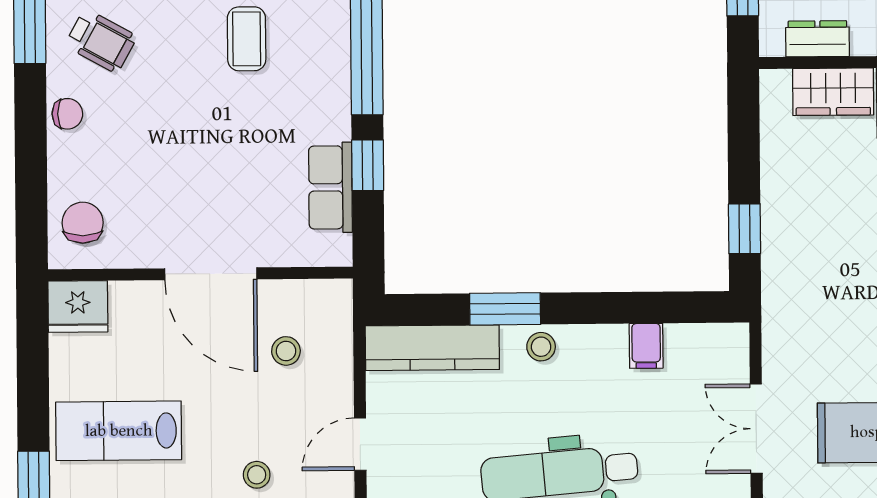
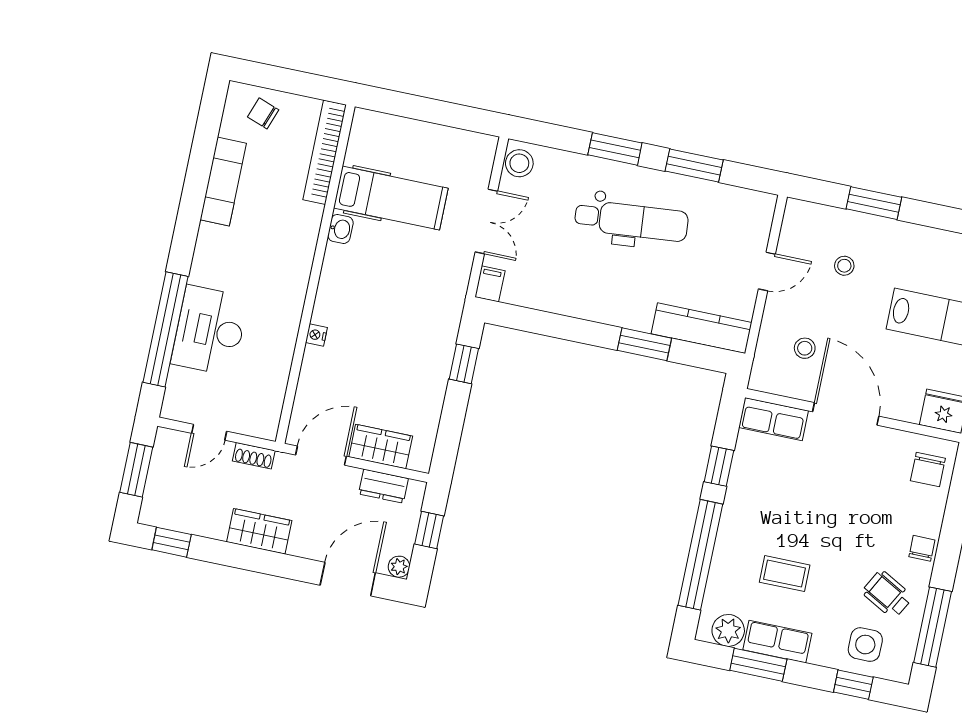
coffee table: (247, 39) -> (785, 574), turned 90
chair: (67, 114) -> (922, 548), turned 90
row of seats: (330, 187) -> (773, 419), moved, turned 90
filing cabinet: (646, 346) -> (490, 284), moved
stool: (541, 347) -> (625, 312), removed

